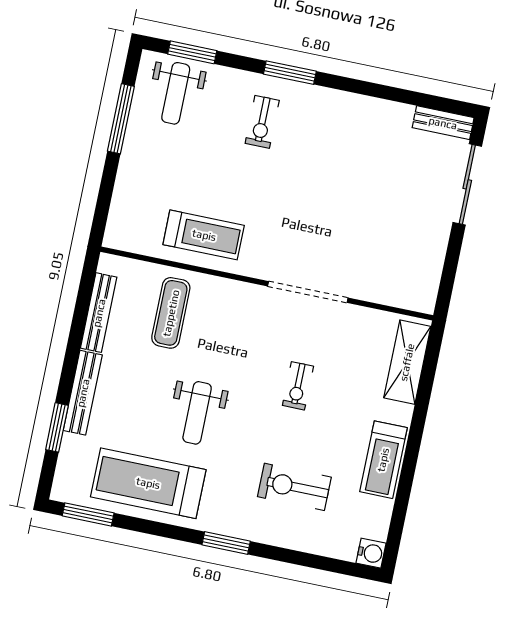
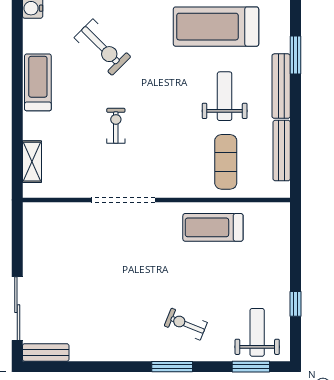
window: (121, 119) -> (295, 304), width x0.46
exercise bike: (262, 122) -> (186, 324), turned -68
shelving: (407, 362) -> (32, 162), width x0.67, depth x0.75
weight bench: (197, 413) -> (225, 96), moved
treadmill: (148, 483) -> (216, 27), turned 180
exercise bike: (294, 487) -> (102, 47), turned 45

